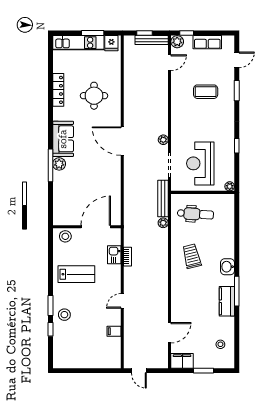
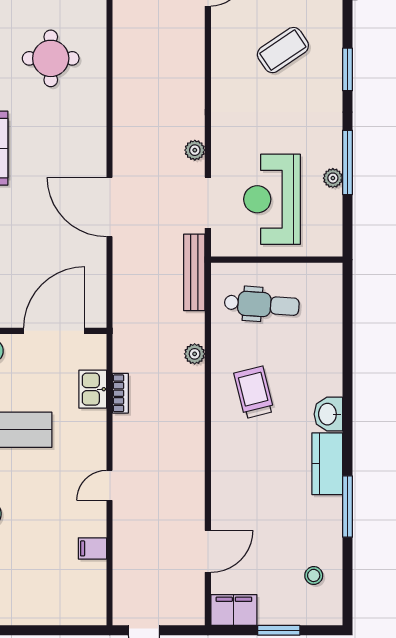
window: (237, 91) -> (347, 69), moved
coffee table: (206, 92) -> (283, 50), turned -34
door: (122, 141) -> (110, 207), moved
window: (237, 146) -> (347, 162), width x2.17
plant: (230, 186) -> (333, 178), moved
plant: (163, 223) -> (195, 354), moved
window: (237, 291) -> (347, 507), moved
kitchen counter: (227, 301) -> (327, 464), moved

